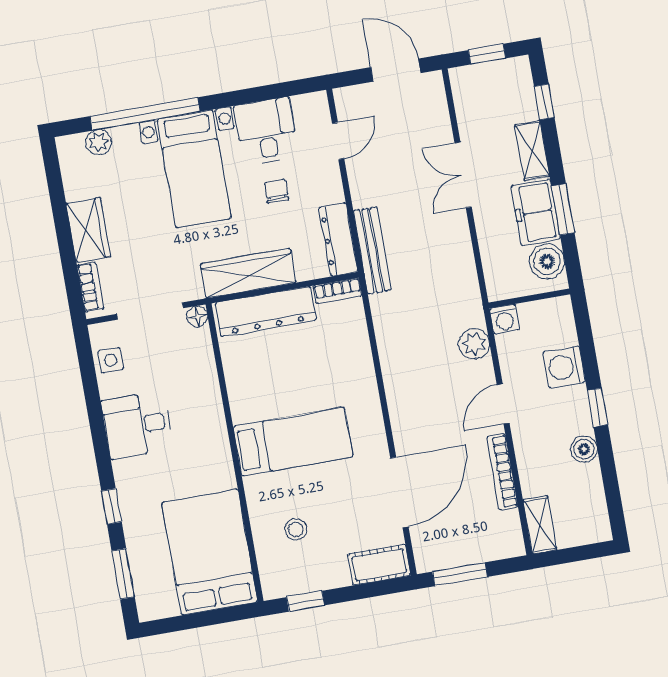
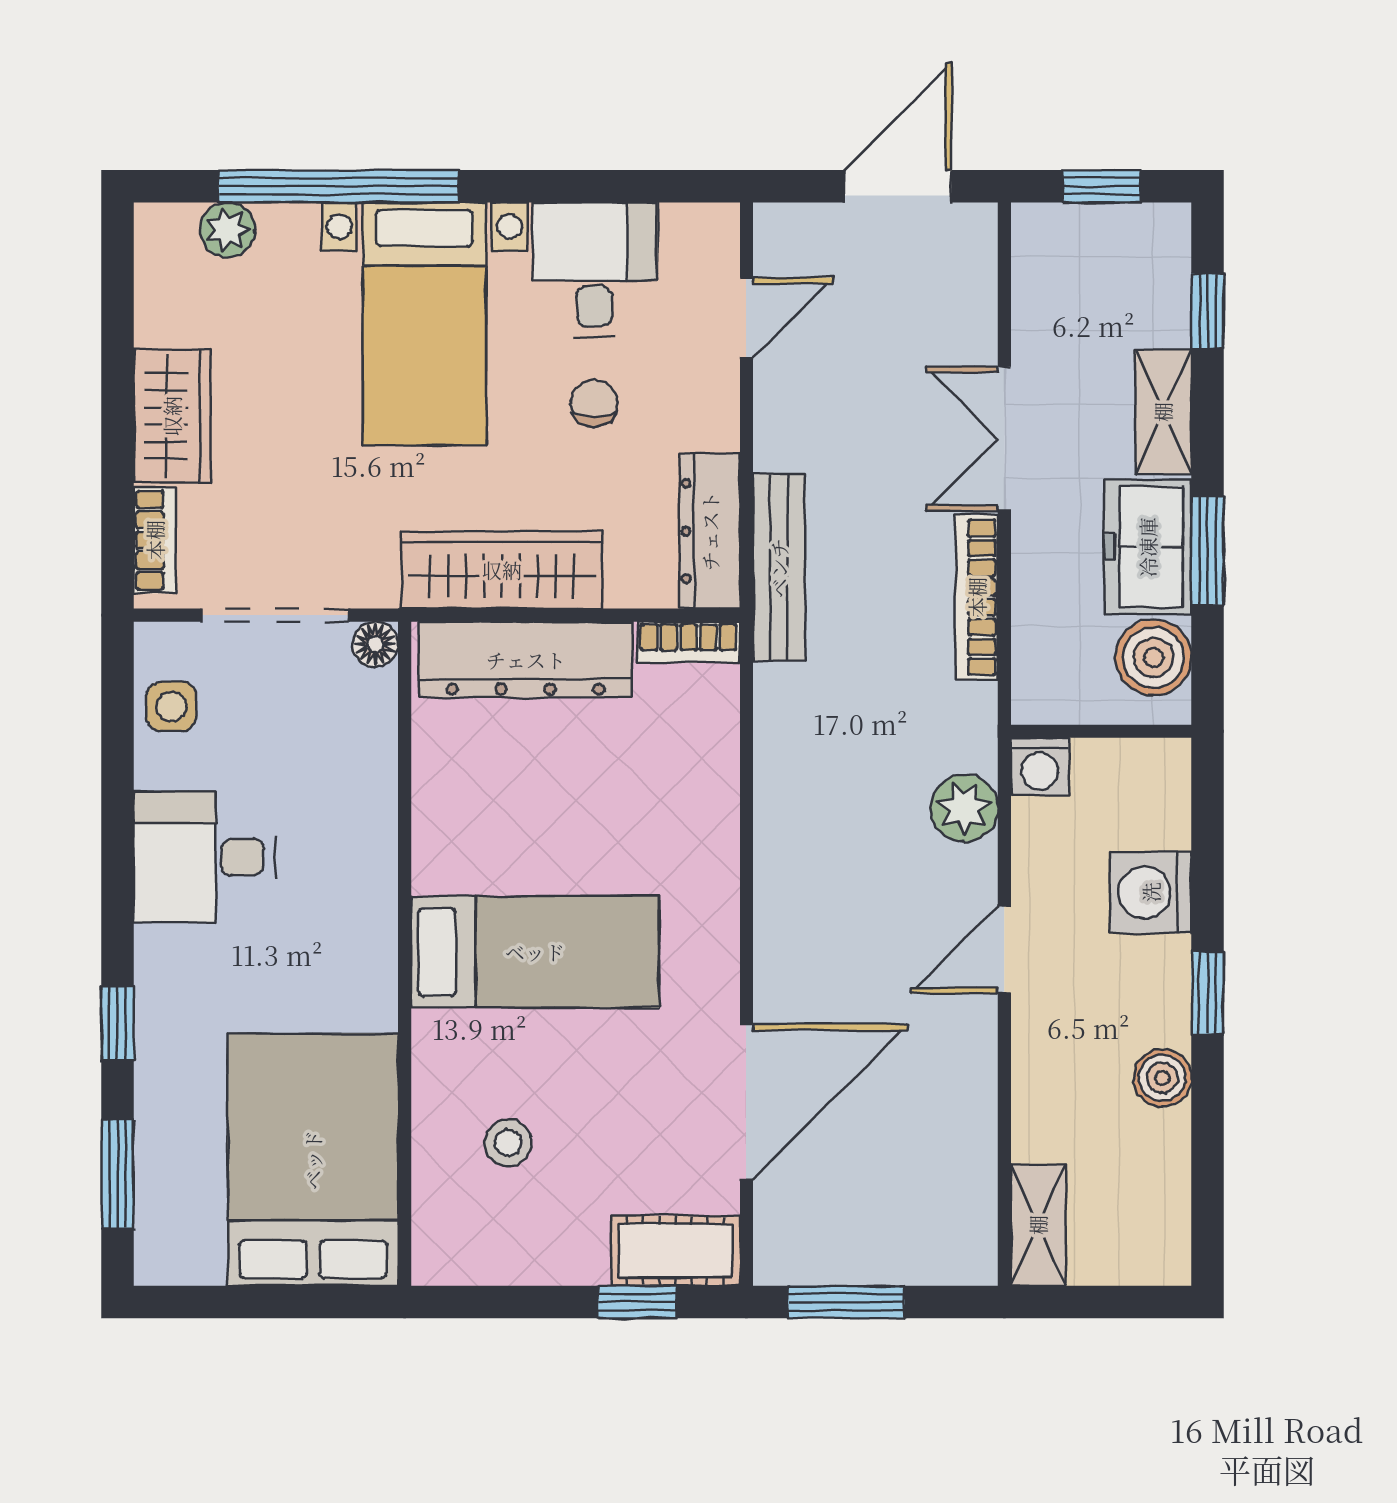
door: (396, 70) -> (898, 186), hinge flipped
bookcase: (502, 472) -> (977, 597), moved
window: (306, 601) -> (637, 1302), moved

